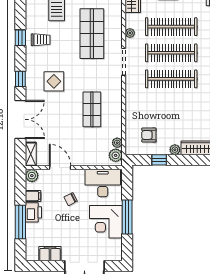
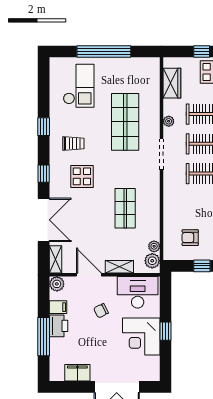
trolley: (41, 40) -> (73, 144), moved
shelving: (87, 161) -> (119, 267), added
window: (127, 217) -> (166, 331), width x0.46

